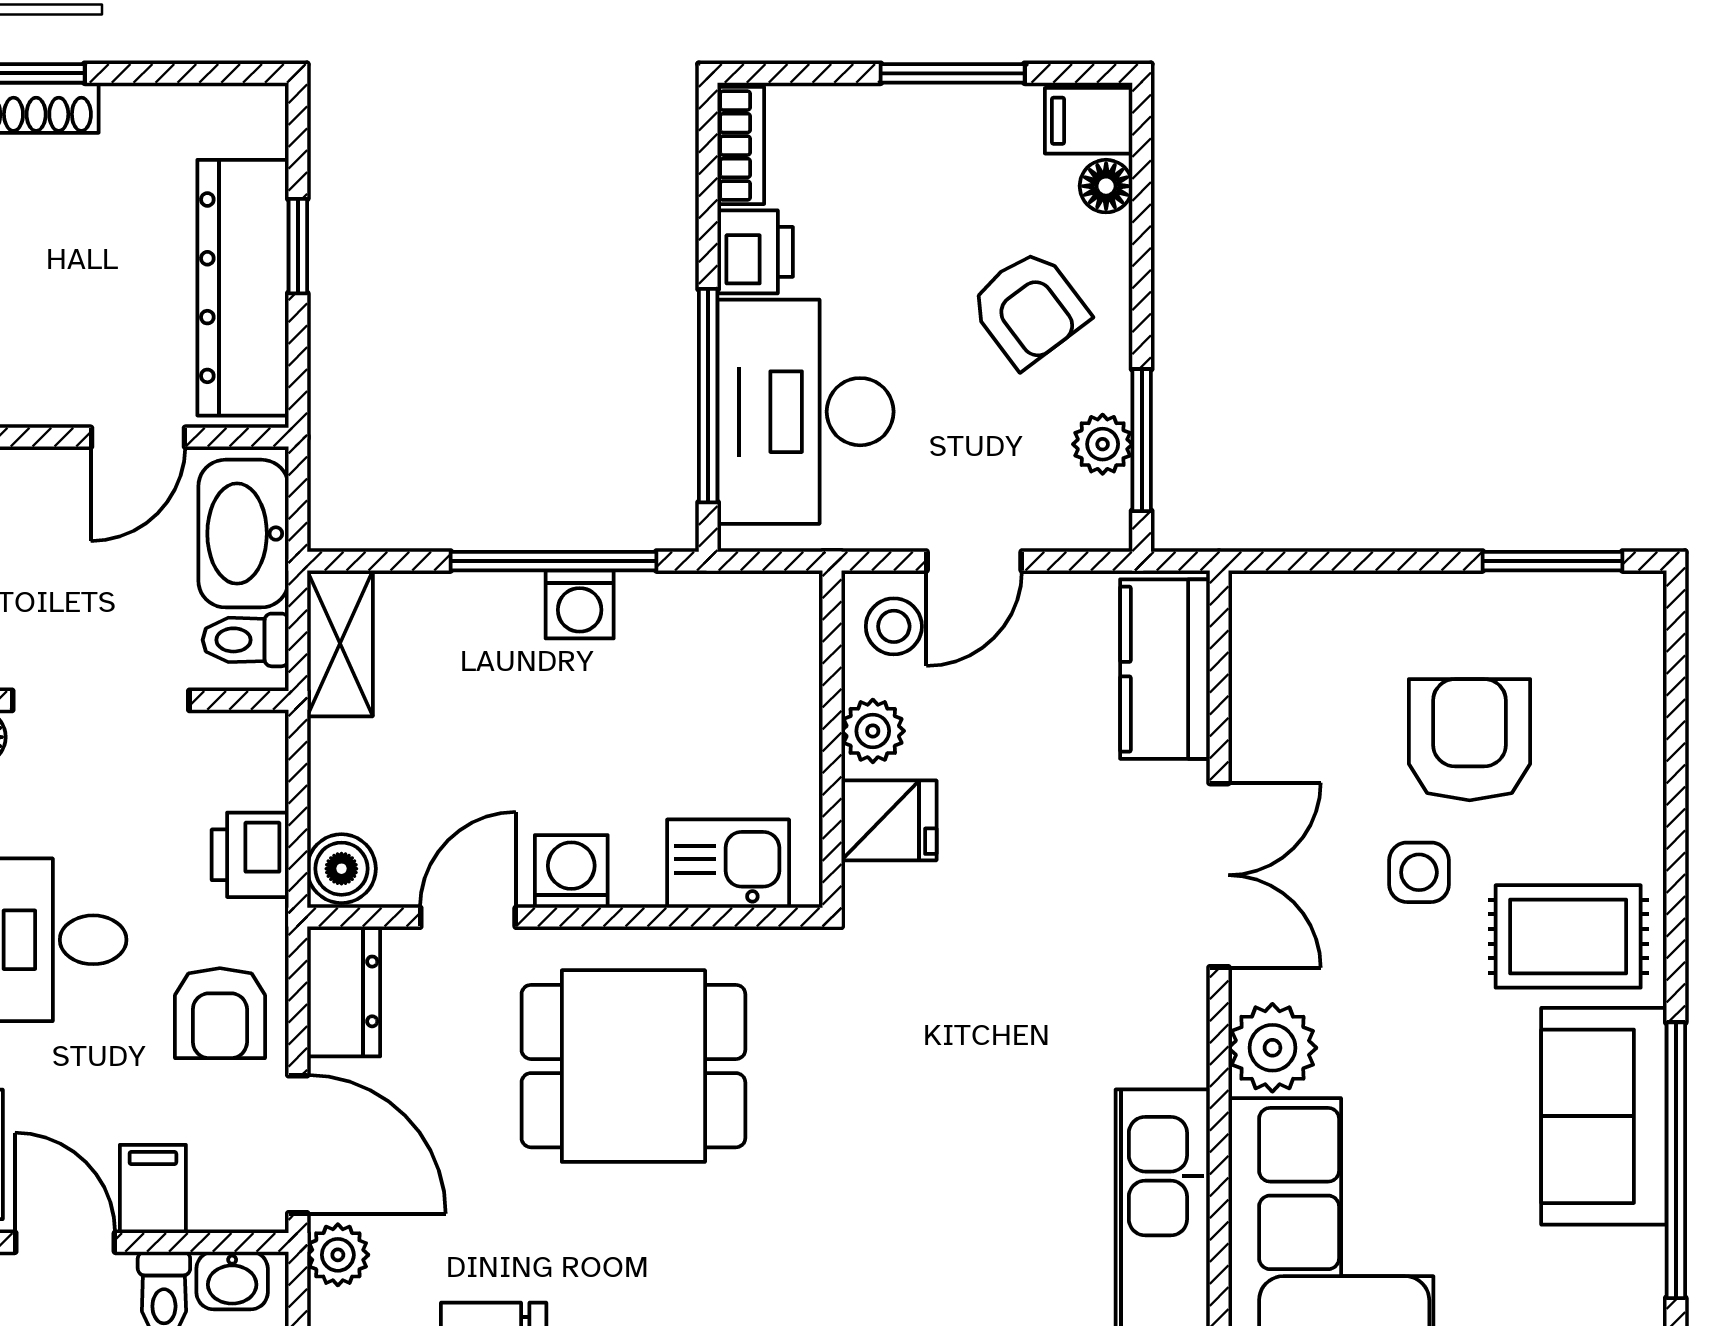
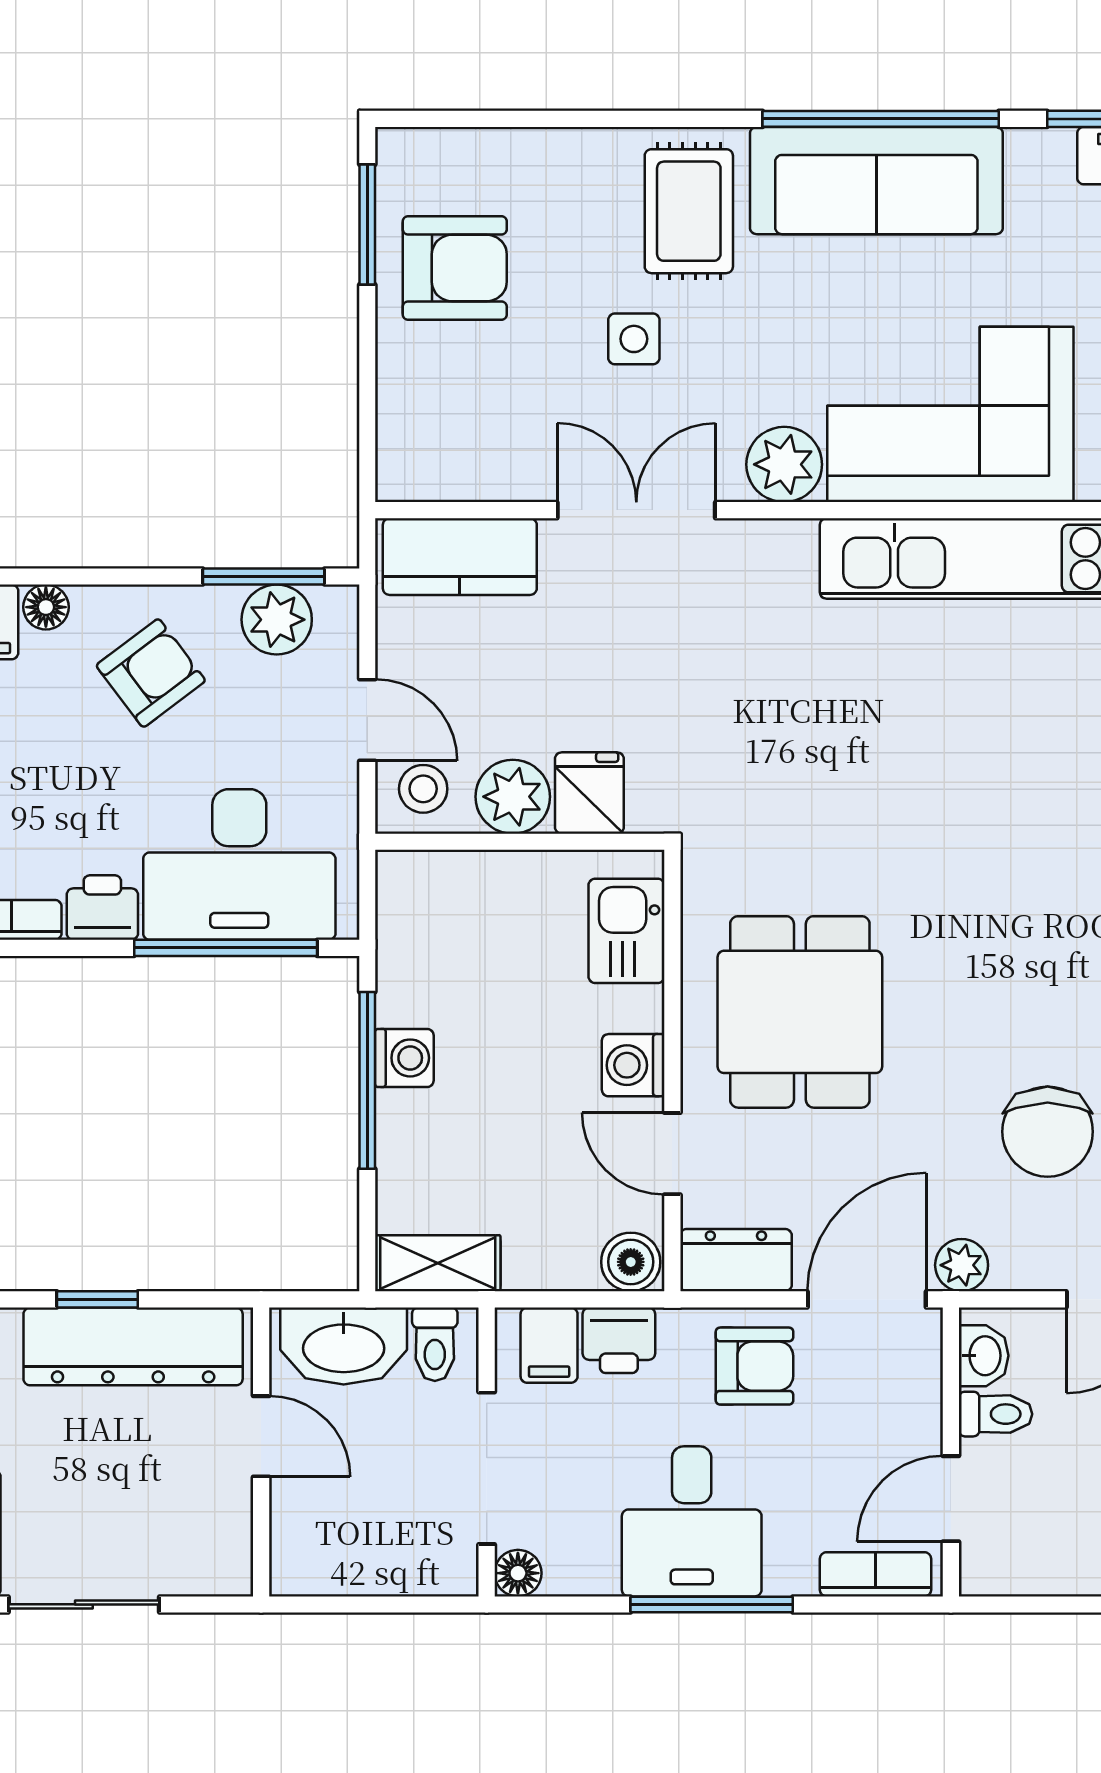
plant: (1103, 444) -> (277, 620), width x1.38, depth x1.38
plant: (873, 731) -> (513, 797), width x1.38, depth x1.38
armchair: (1470, 740) -> (455, 268), moved, turned 180
sofa: (1604, 1116) -> (876, 181), width x1.36
filing cabinet: (153, 1189) -> (549, 1345), moved, turned -90

